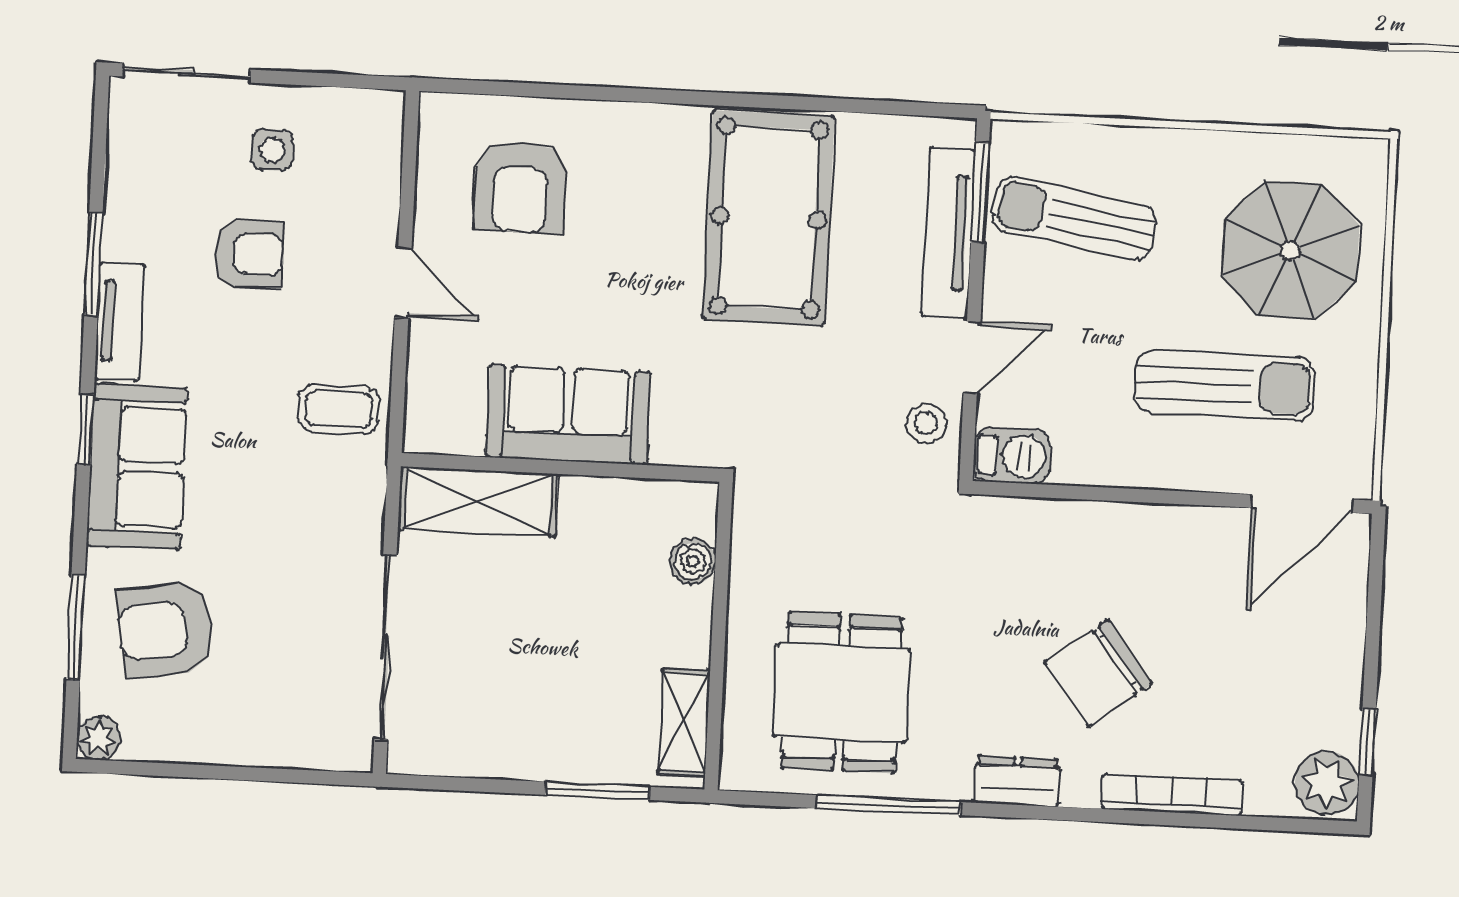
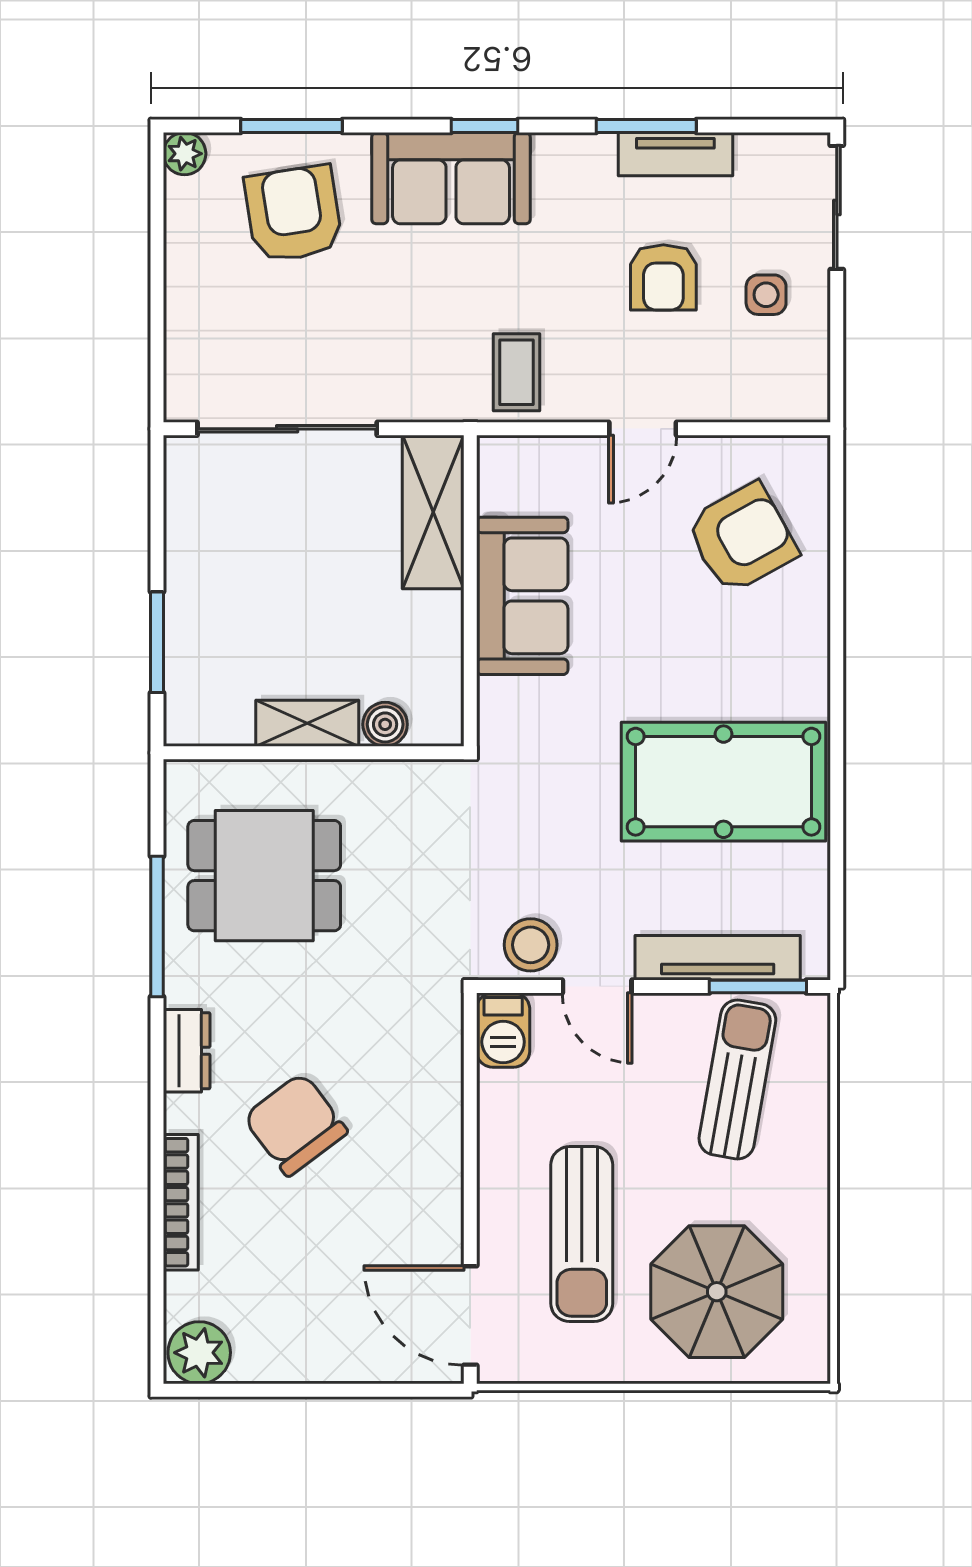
armchair: (520, 187) -> (742, 538), turned 151
tv unit: (120, 321) -> (675, 154), moved
stool: (926, 423) -> (531, 945), width x1.37, depth x1.37
shelving: (684, 722) -> (307, 723), moved
window: (1368, 742) -> (242, 1390), removed

